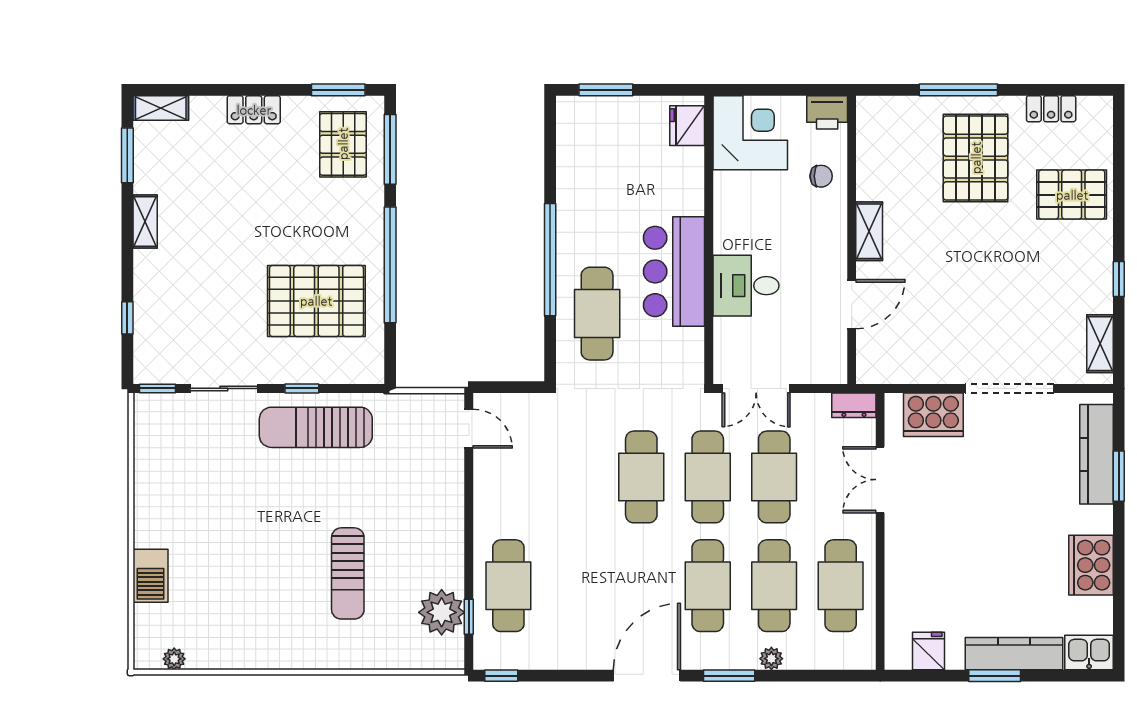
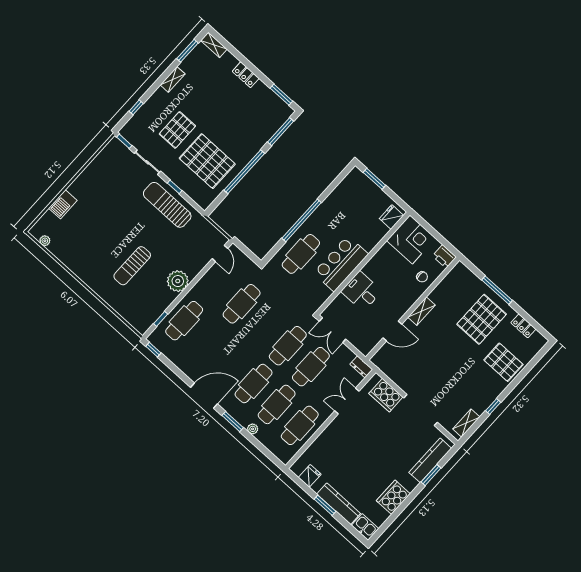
pallet: (343, 144) -> (177, 130), moved
cafe table: (641, 477) -> (242, 304), moved
plant: (442, 612) -> (178, 281), moved

